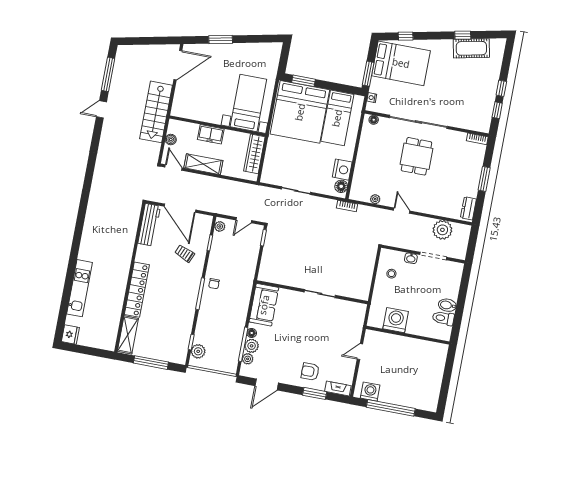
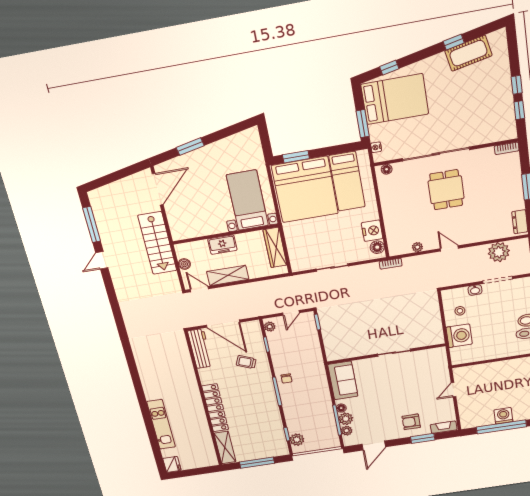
washing machine: (396, 320) -> (459, 336), moved, turned 90
washing machine: (370, 392) -> (503, 416), moved

